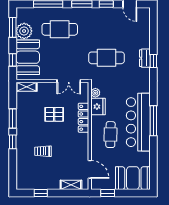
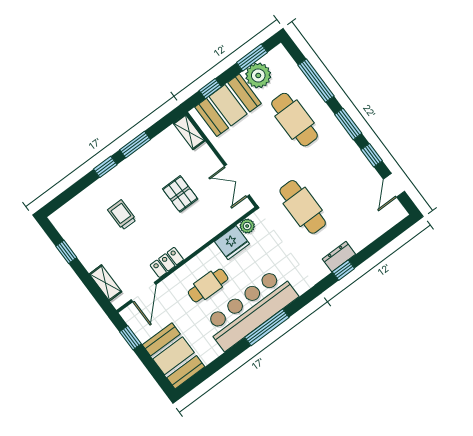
locker: (84, 118) -> (167, 262), moved, width x0.66

